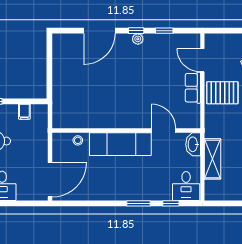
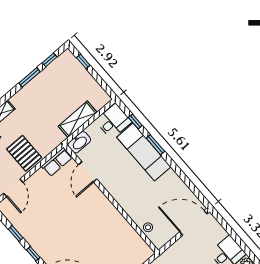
plant: (138, 39) -> (38, 247), removed
row of seats: (193, 88) -> (57, 162), moved
exam couch: (120, 144) -> (144, 152), moved, turned 180

